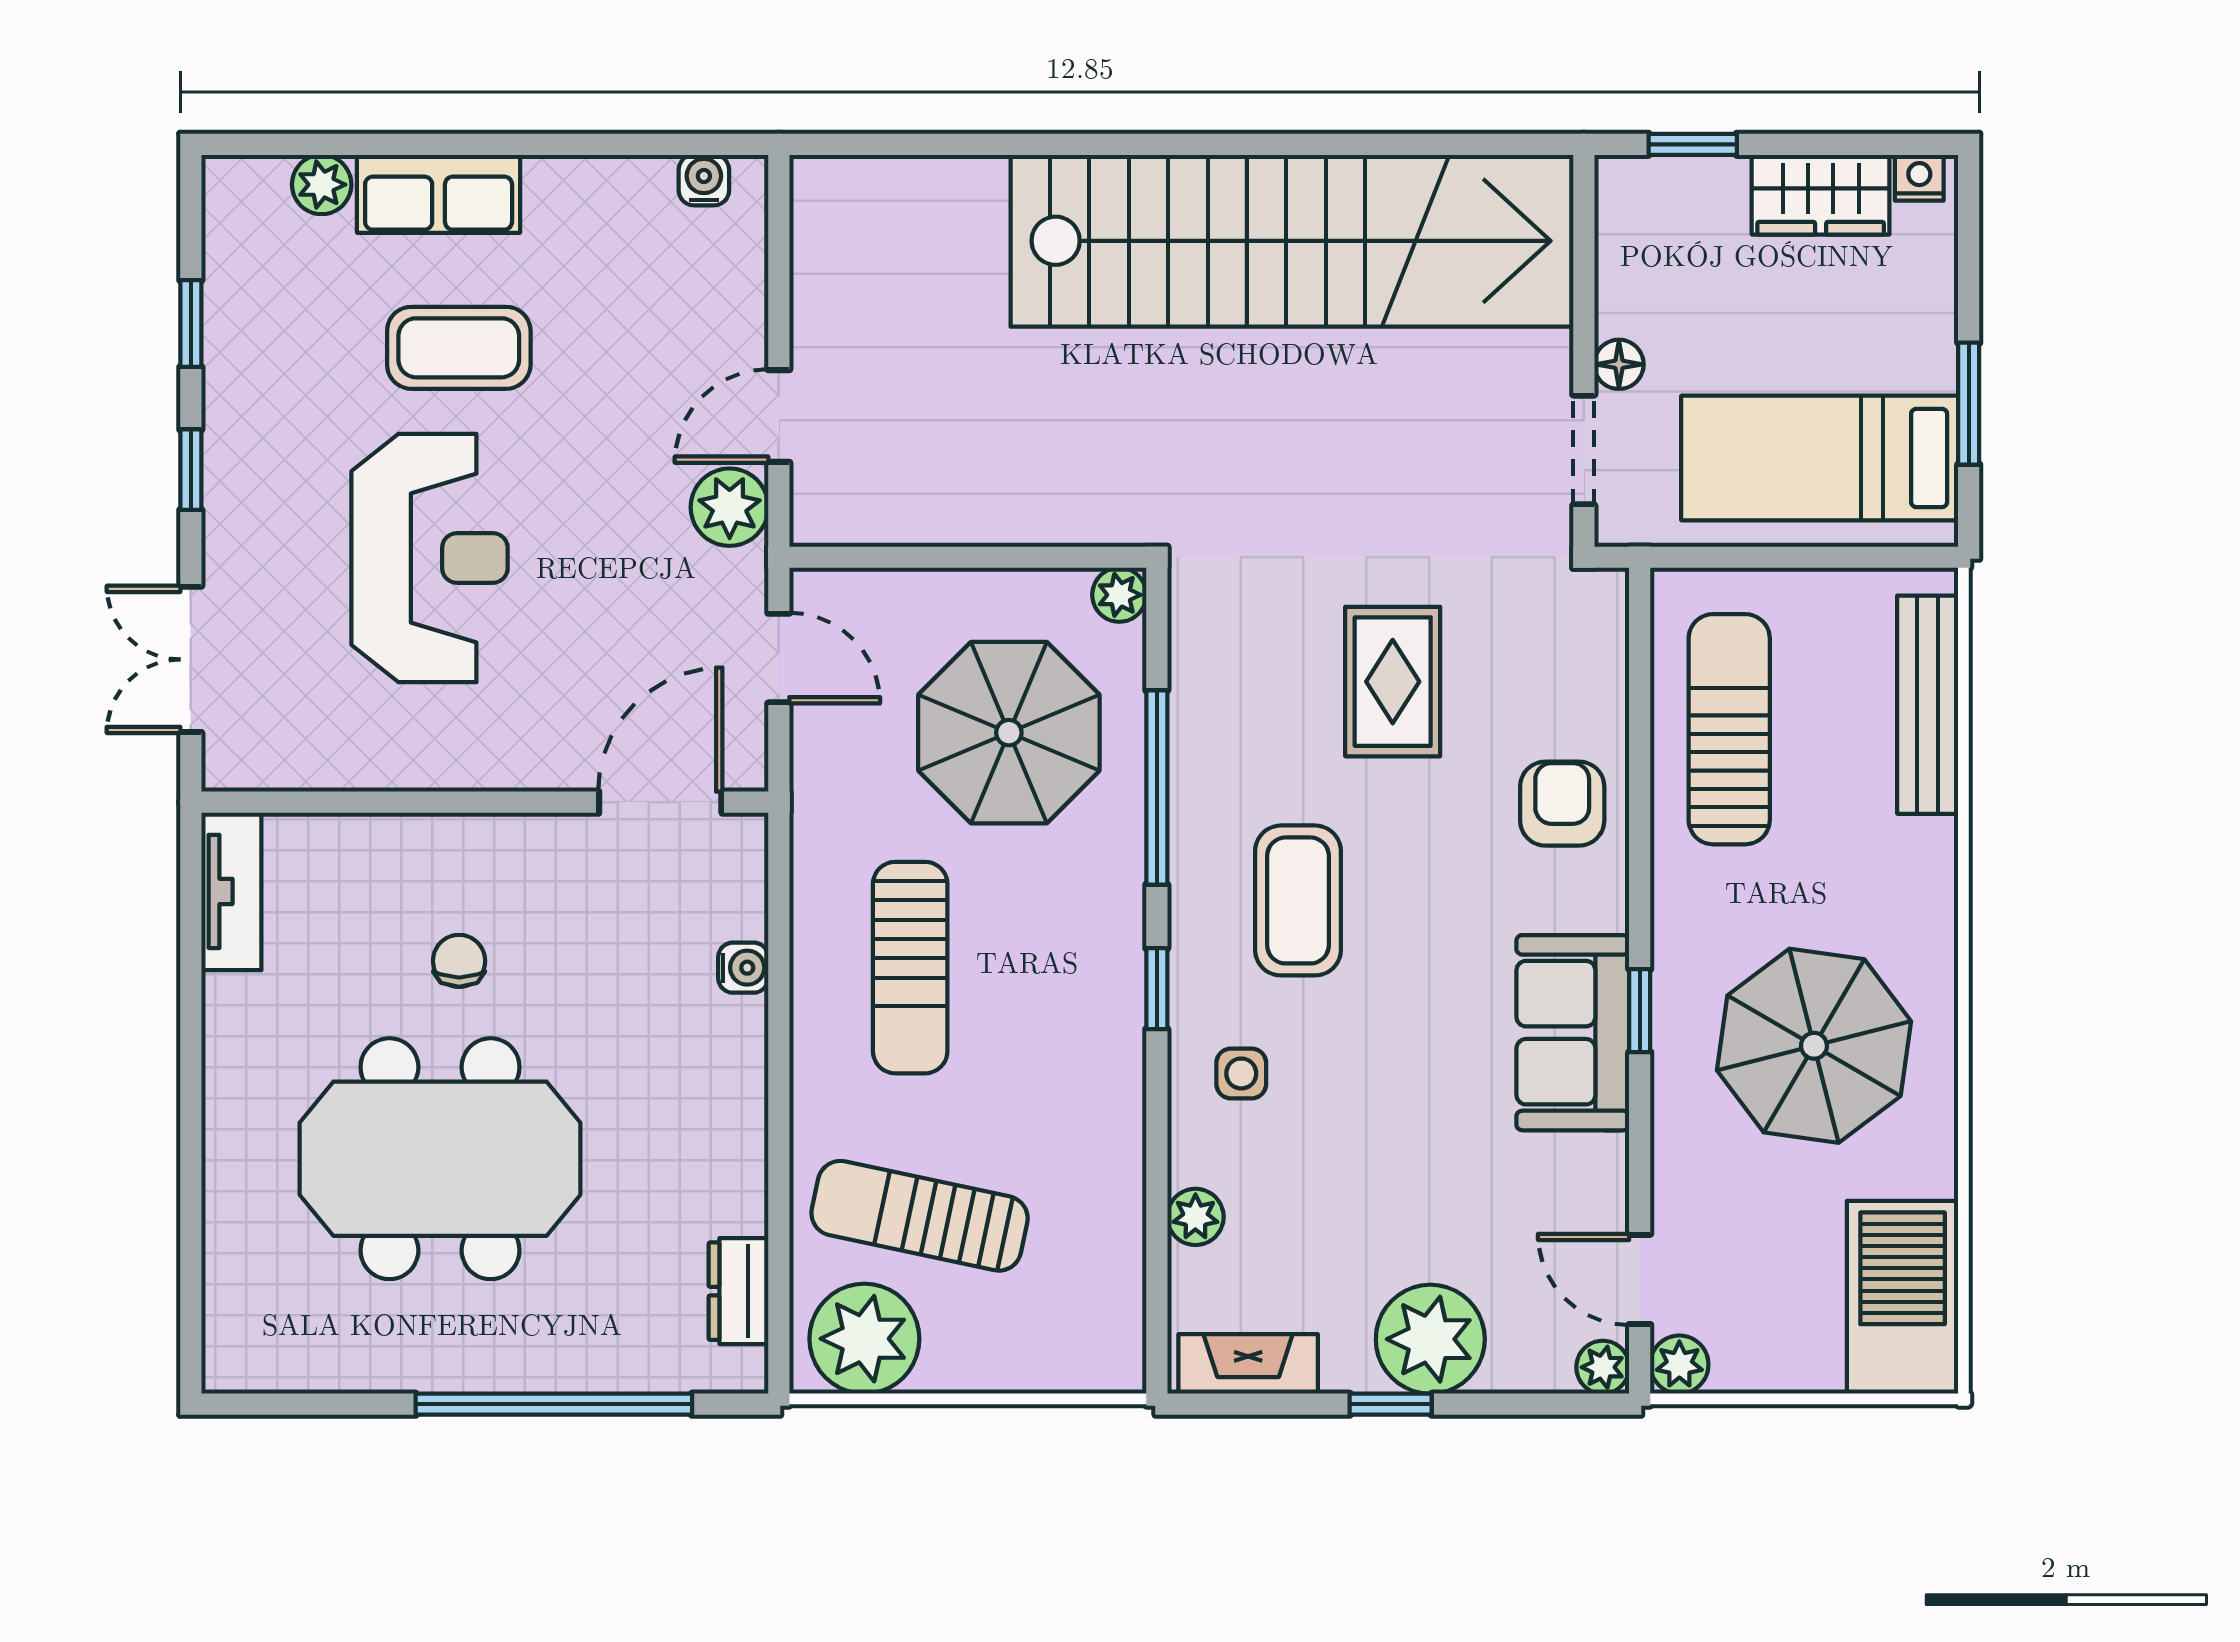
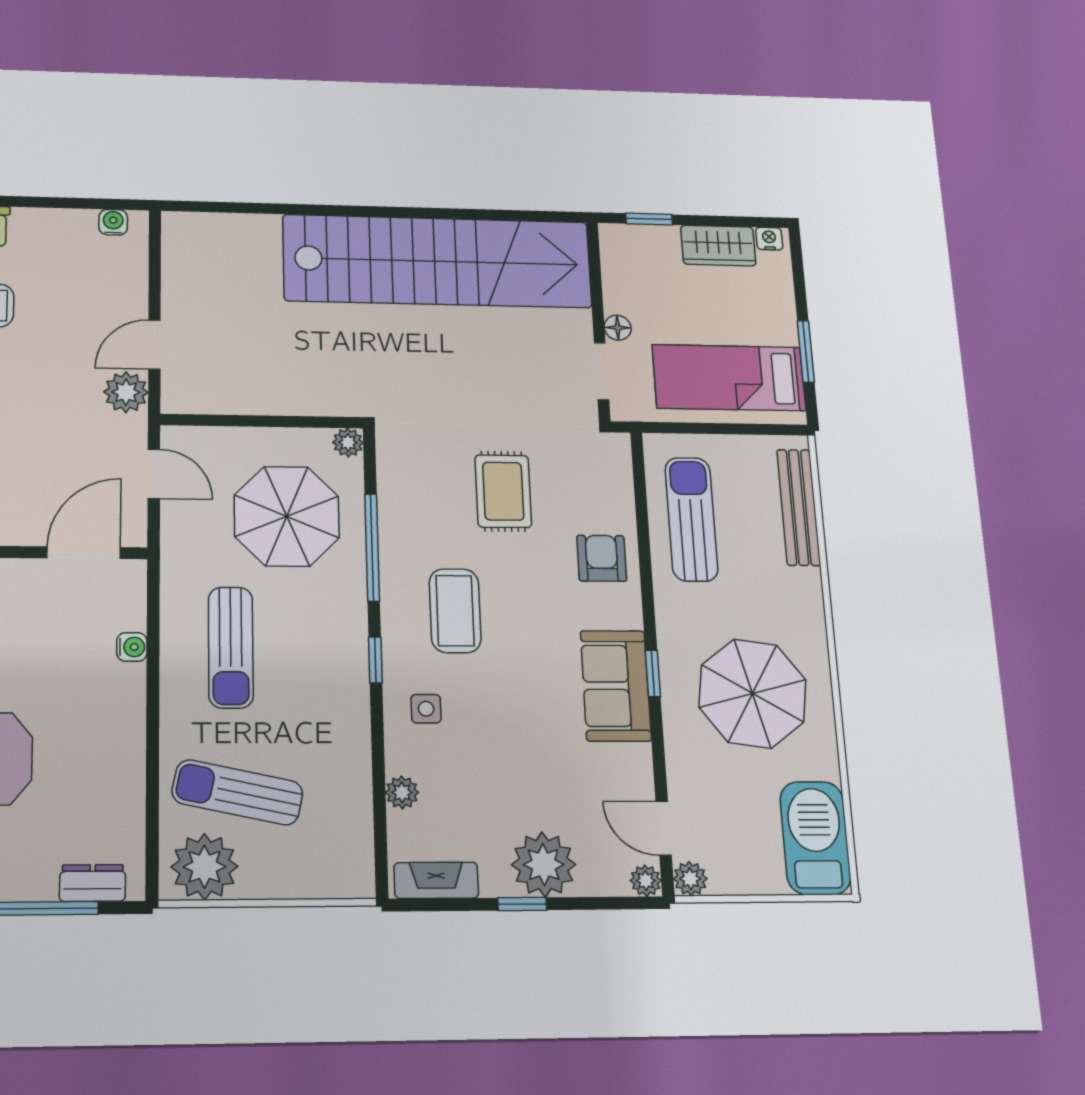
dresser: (739, 1291) -> (93, 883), moved, turned 90

